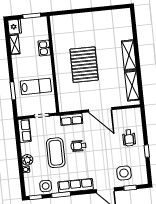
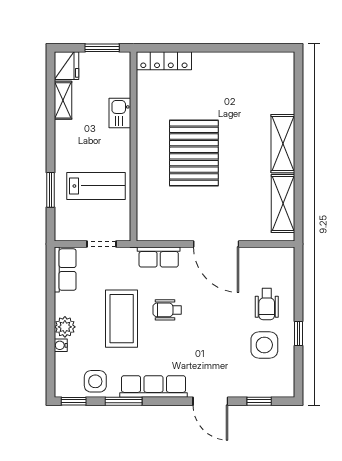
locker: (64, 19) -> (164, 61), added
side table: (124, 173) -> (264, 345), moved

